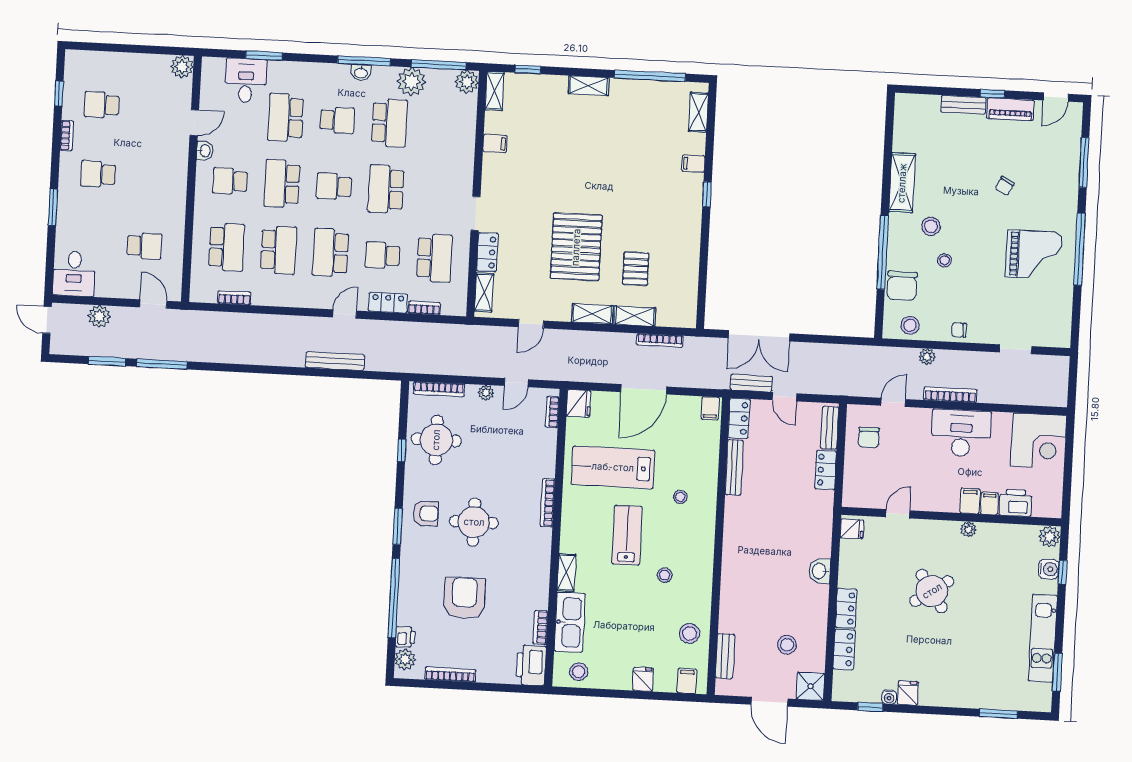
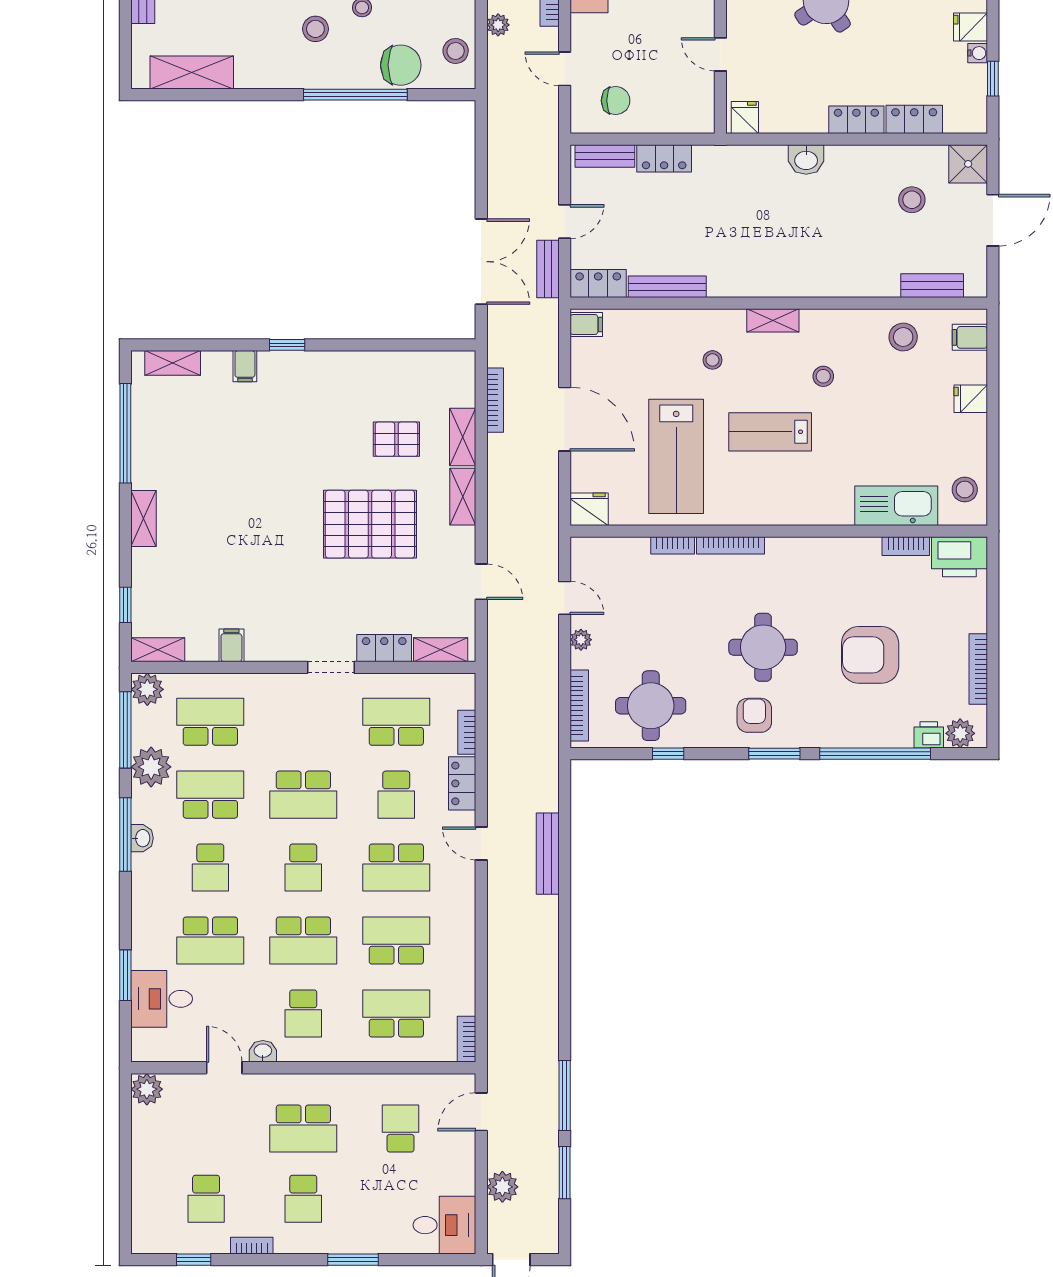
school desk: (337, 120) -> (210, 868), turned 180
school desk: (441, 126) -> (210, 722), added
school desk: (148, 177) -> (303, 1129), added
shelving: (902, 183) -> (192, 72), moved
bookcase: (234, 298) -> (466, 1039), moved
bookcase: (552, 412) -> (673, 545), moved
shelving: (566, 572) -> (773, 320), moved

